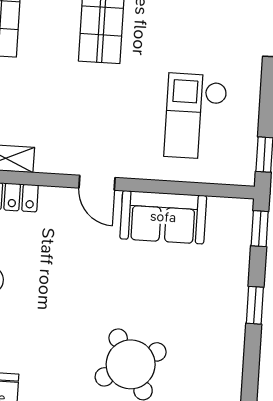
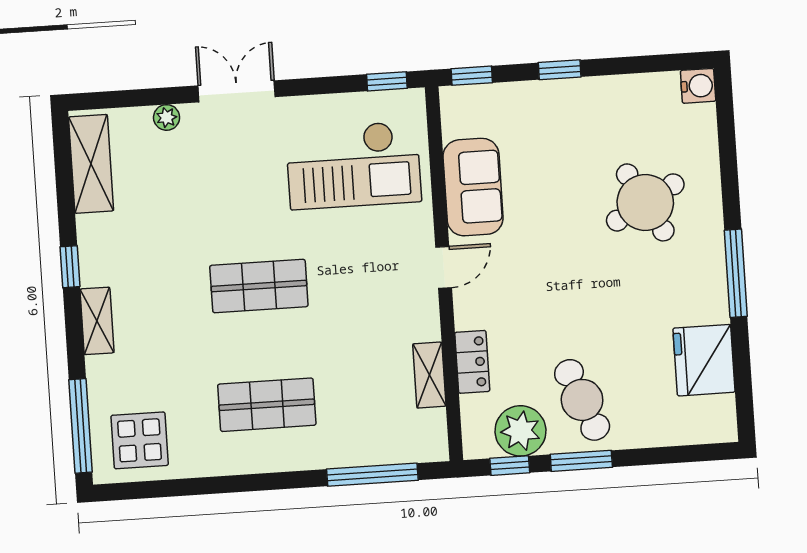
checkout: (196, 116) -> (354, 165), width x1.36, depth x1.21

